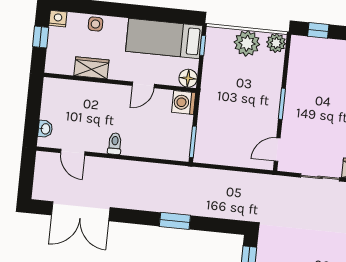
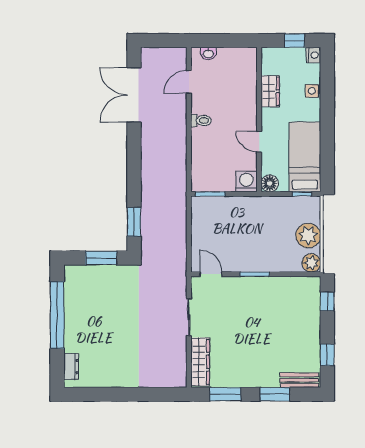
window: (175, 221) -> (134, 222), moved

